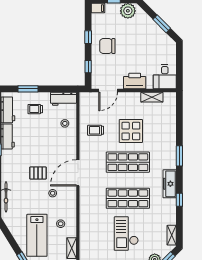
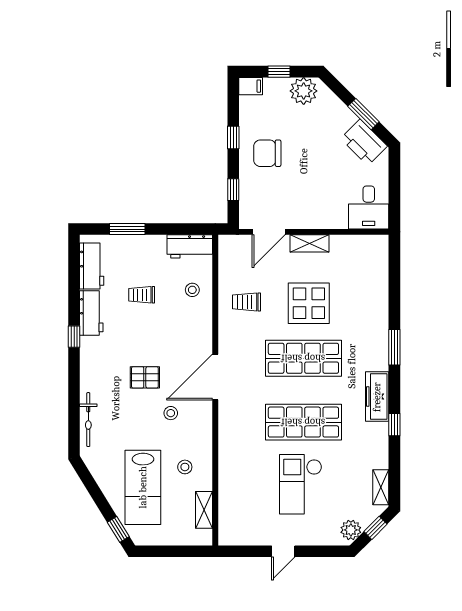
printer: (135, 81) -> (364, 142), moved, turned -135
shelving: (152, 97) -> (309, 243), moved
trolley: (35, 109) -> (142, 295), moved

